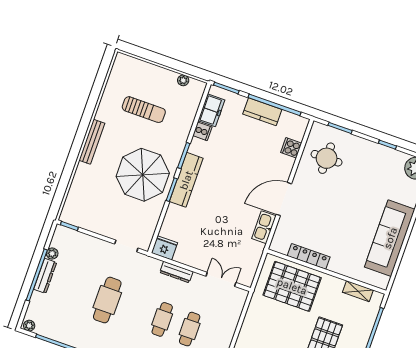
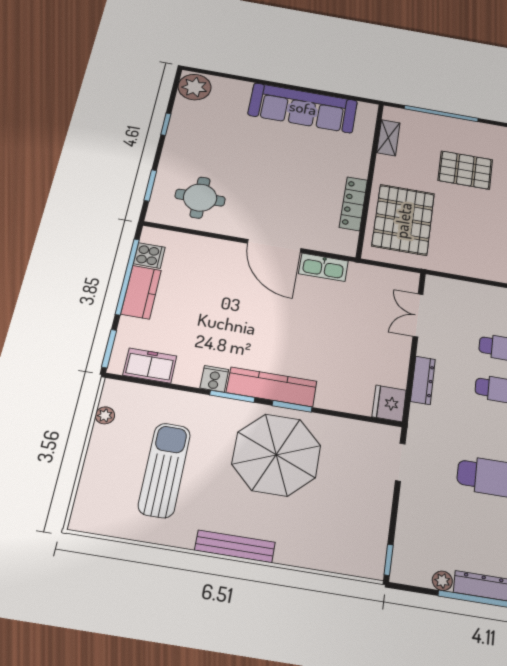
sun lounger: (144, 110) -> (164, 470), width x1.36, depth x1.34
cooker: (202, 131) -> (214, 379), moved
cooker: (291, 148) -> (149, 255), moved, turned -90

